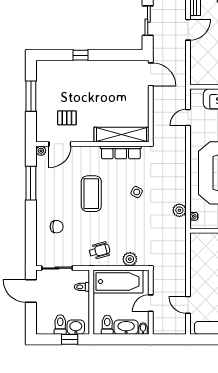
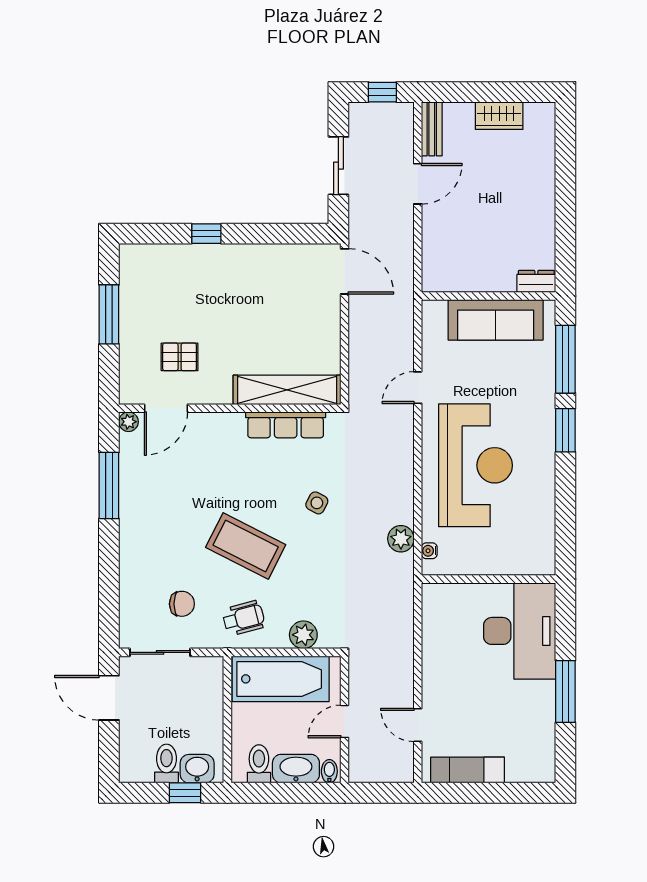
door: (188, 117) -> (418, 388), moved
coffee table: (91, 194) -> (246, 546), moved, turned -63
chair: (57, 227) -> (182, 604), moved
toilet: (82, 287) -> (209, 689), removed

